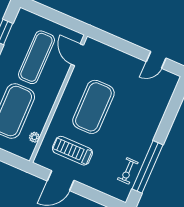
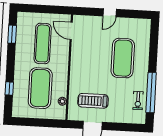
door: (156, 60) -> (110, 13), moved
exercise mat: (93, 107) -> (123, 58), moved

